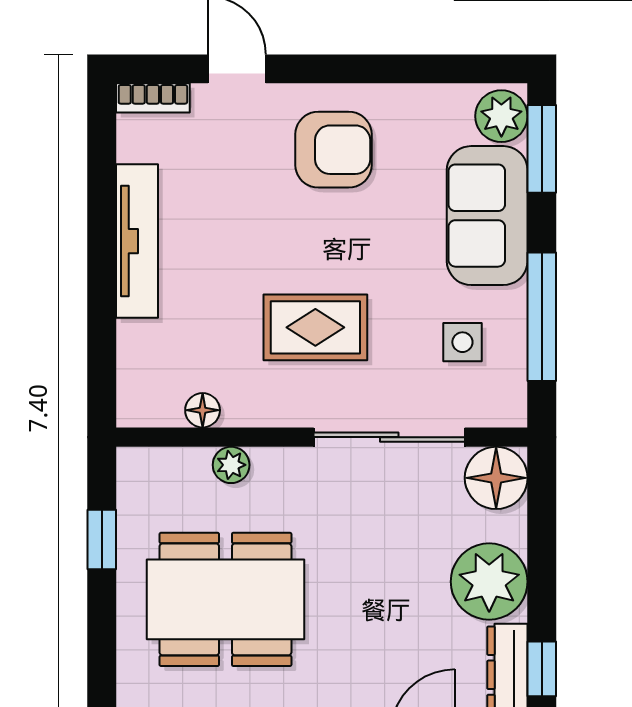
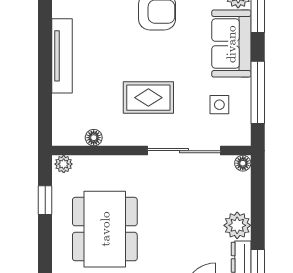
plant: (231, 465) -> (64, 164), moved
floor lamp: (496, 478) -> (243, 163), width x0.53, depth x0.53
plant: (489, 582) -> (237, 225), width x0.73, depth x0.73
dining table: (225, 599) -> (105, 229), turned 90

